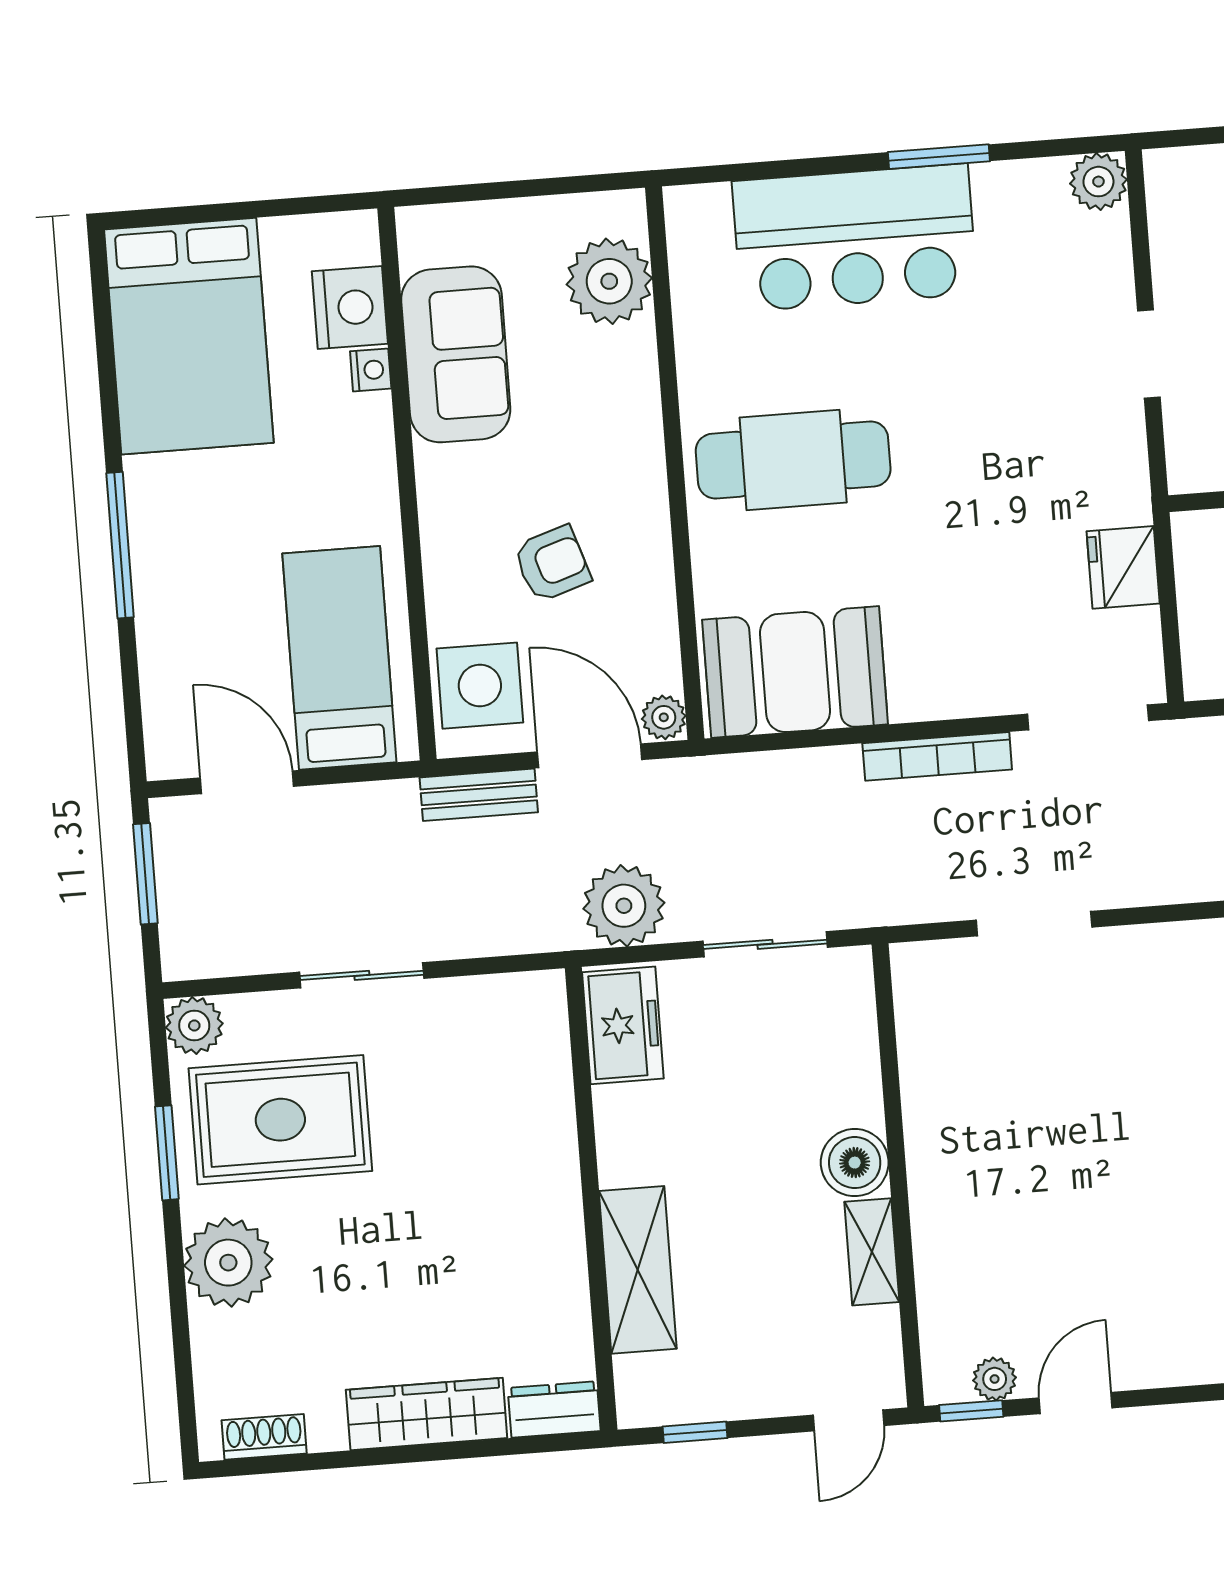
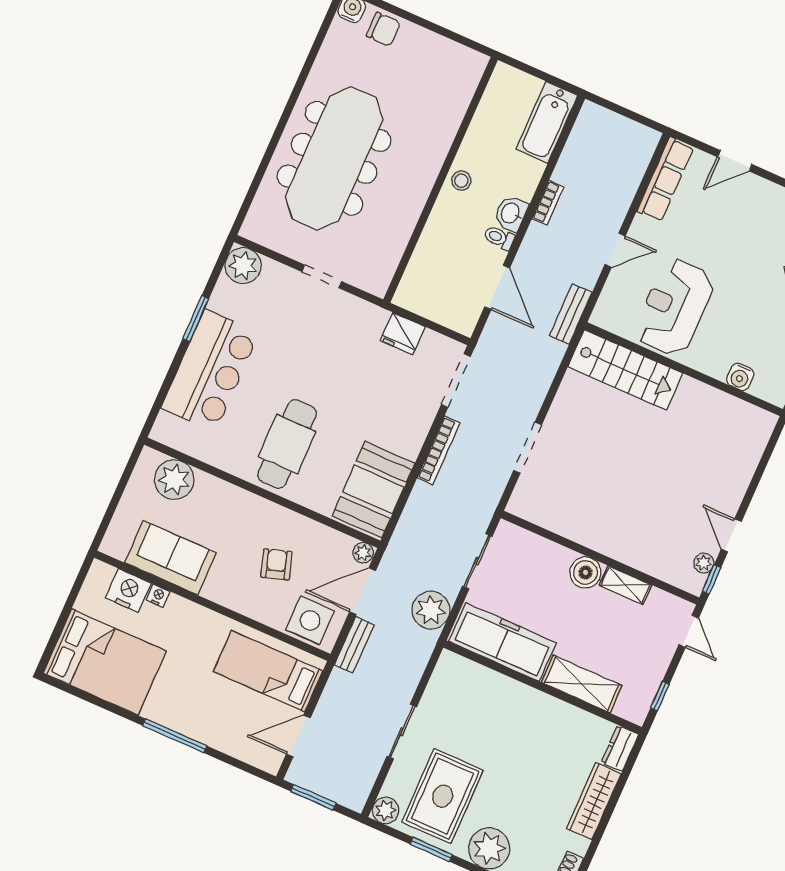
plant: (1098, 182) -> (243, 266), width x1.36, depth x1.36
freezer: (623, 1025) -> (503, 642), width x1.91, depth x1.26

